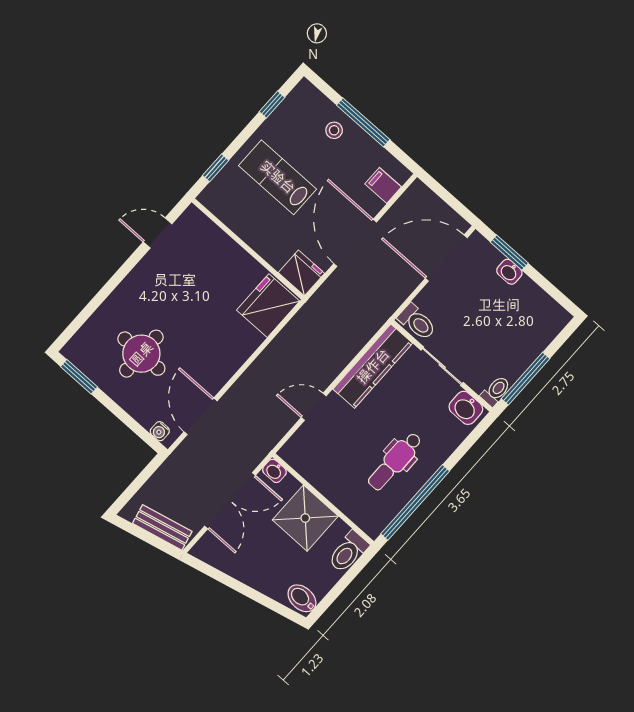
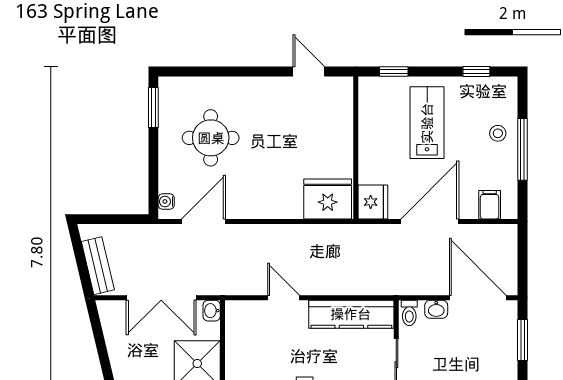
washbasin: (509, 272) -> (436, 309), moved, turned -90
toilet: (417, 322) -> (409, 313), width x0.73, depth x0.72

